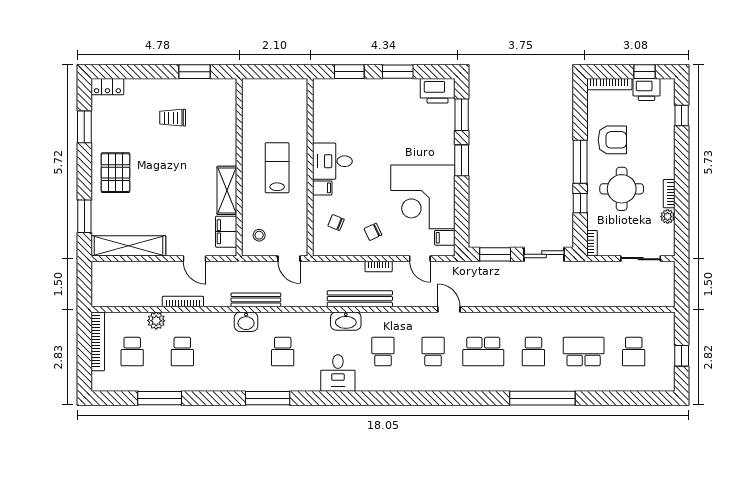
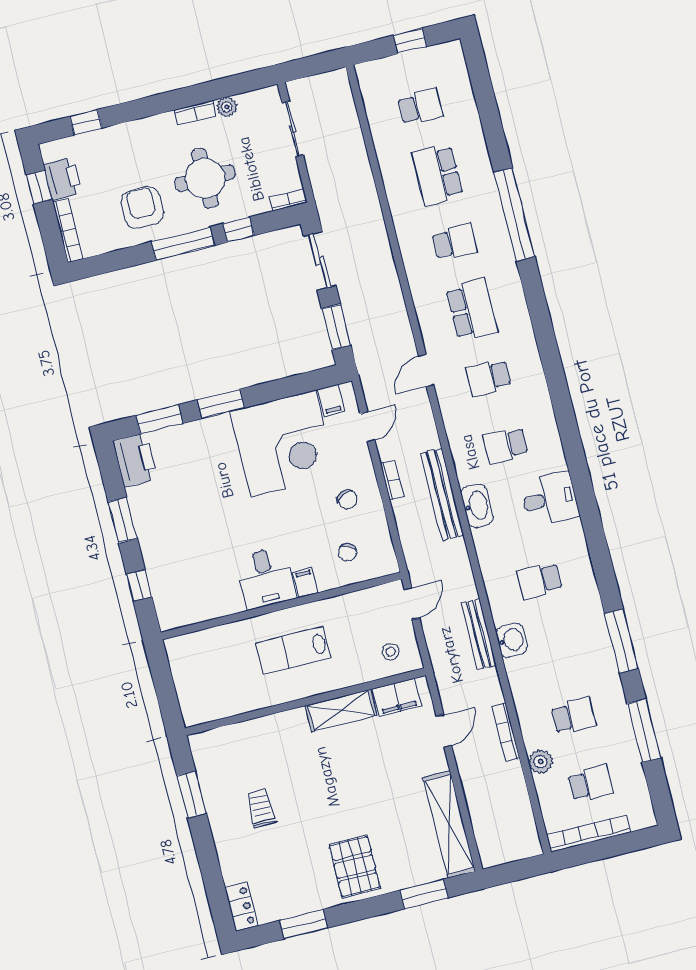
window: (349, 72) -> (139, 585), width x0.67
trolley: (173, 118) -> (261, 808), turned 180
pallet: (115, 173) -> (355, 867), turned 90
school desk: (283, 352) -> (540, 581), turned 180
window: (268, 398) -> (621, 641), moved

